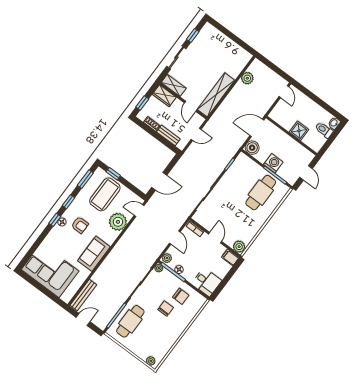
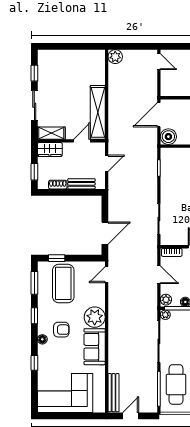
plant: (247, 78) -> (115, 57), moved
door: (191, 106) -> (82, 141), swing flipped
window: (55, 220) -> (34, 363), moved
plant: (118, 222) -> (95, 317), moved

